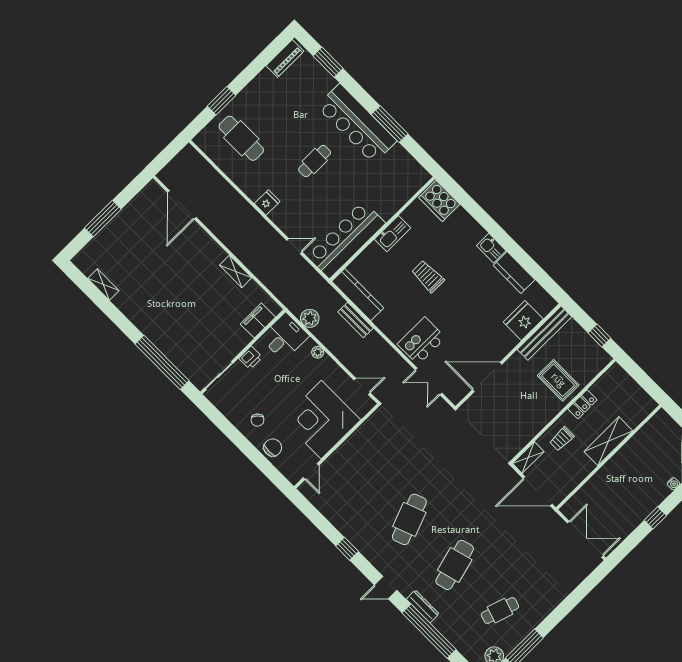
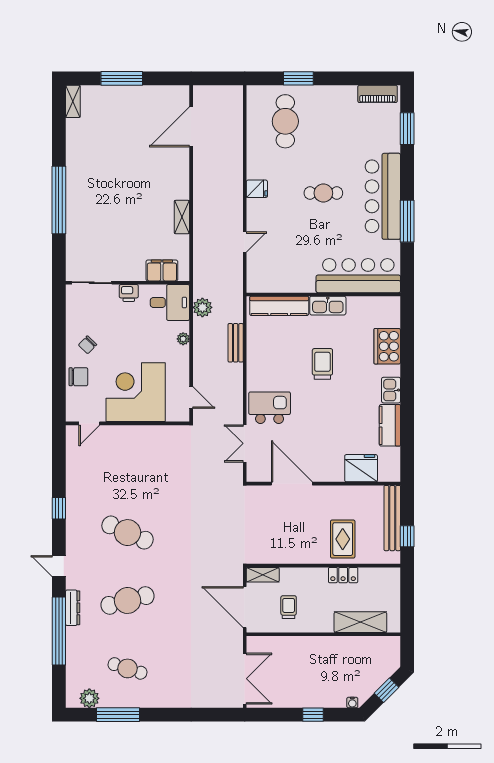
cooker: (439, 201) -> (387, 346), moved
bar counter: (346, 240) -> (358, 276), moved
door: (294, 246) -> (245, 242), hinge flipped
shelving: (103, 285) -> (73, 101), moved
kitchen counter: (358, 295) -> (279, 306), moved, turned 90
bench: (544, 333) -> (392, 518), moved, turned 90
window: (162, 362) -> (59, 200), moved
trolley: (562, 439) -> (289, 607), moved, turned 90
shelving: (608, 441) -> (360, 622), moved
cafe table: (409, 519) -> (127, 533), turned 45

